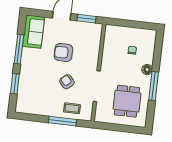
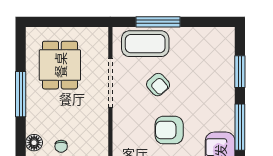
armchair: (63, 52) -> (169, 130), turned 180
floor lamp: (147, 70) -> (34, 143), moved
coffee table: (72, 108) -> (145, 44), width x1.86, depth x1.72

